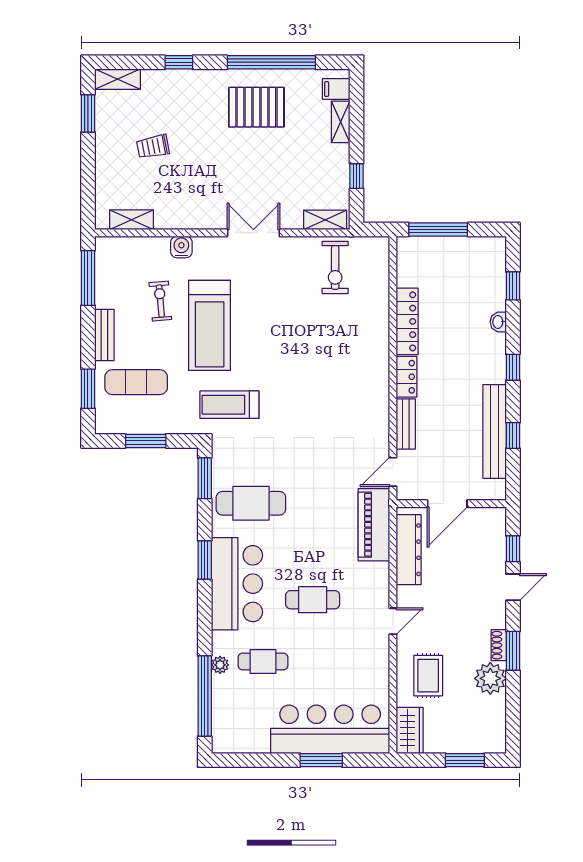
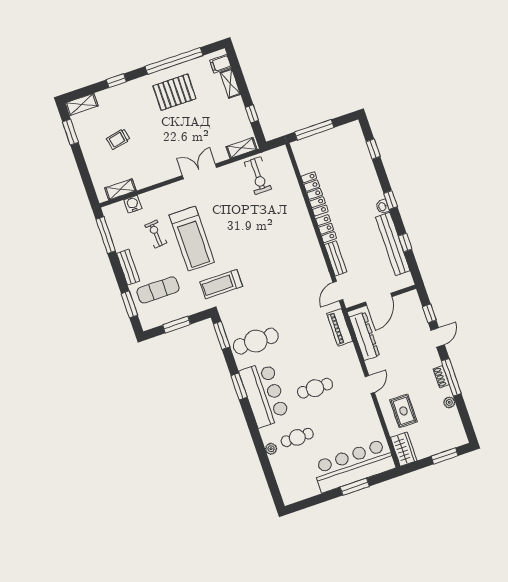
water cooler: (181, 247) -> (133, 204), moved
washbasin: (498, 322) -> (383, 207), moved
piano: (374, 525) -> (340, 327), width x0.73, depth x0.75
window: (513, 651) -> (451, 377), width x1.44
plant: (490, 678) -> (449, 402), width x0.53, depth x0.53
window: (205, 696) -> (268, 472), removed

